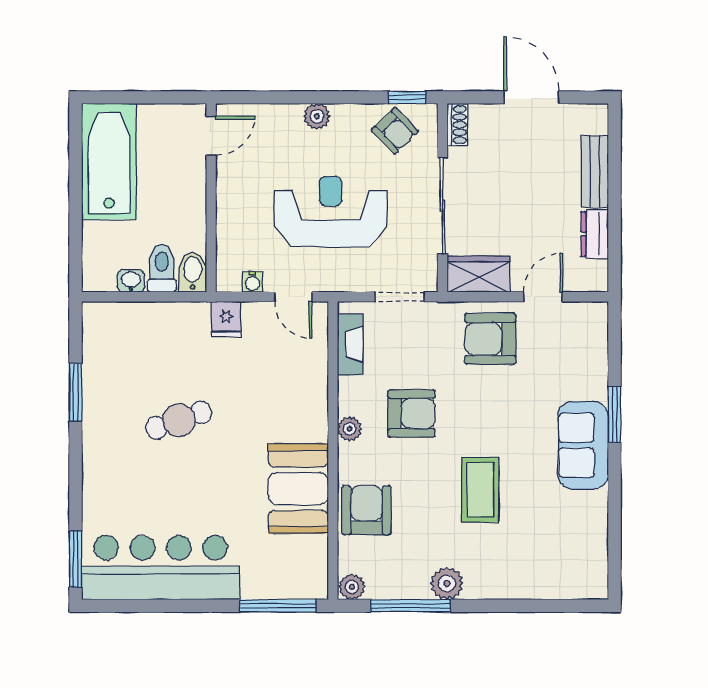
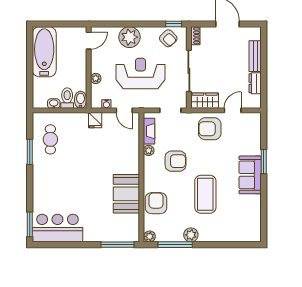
plant: (317, 116) -> (130, 37), width x1.87, depth x1.87
plant: (228, 223) -> (96, 78), added
cafe table: (179, 420) -> (50, 139), moved, turned -71
plant: (350, 429) -> (149, 150), moved
coffee table: (480, 490) -> (205, 194), width x1.36, depth x1.32
bar counter: (161, 568) -> (57, 228), width x0.73

